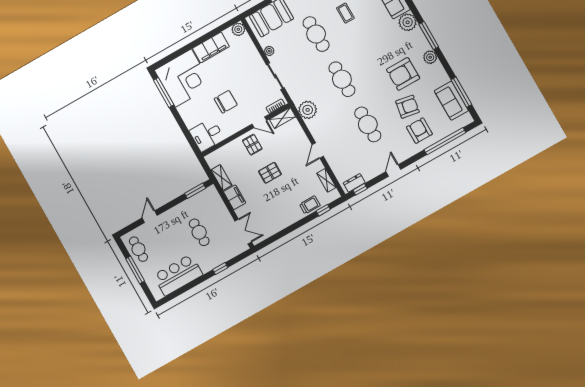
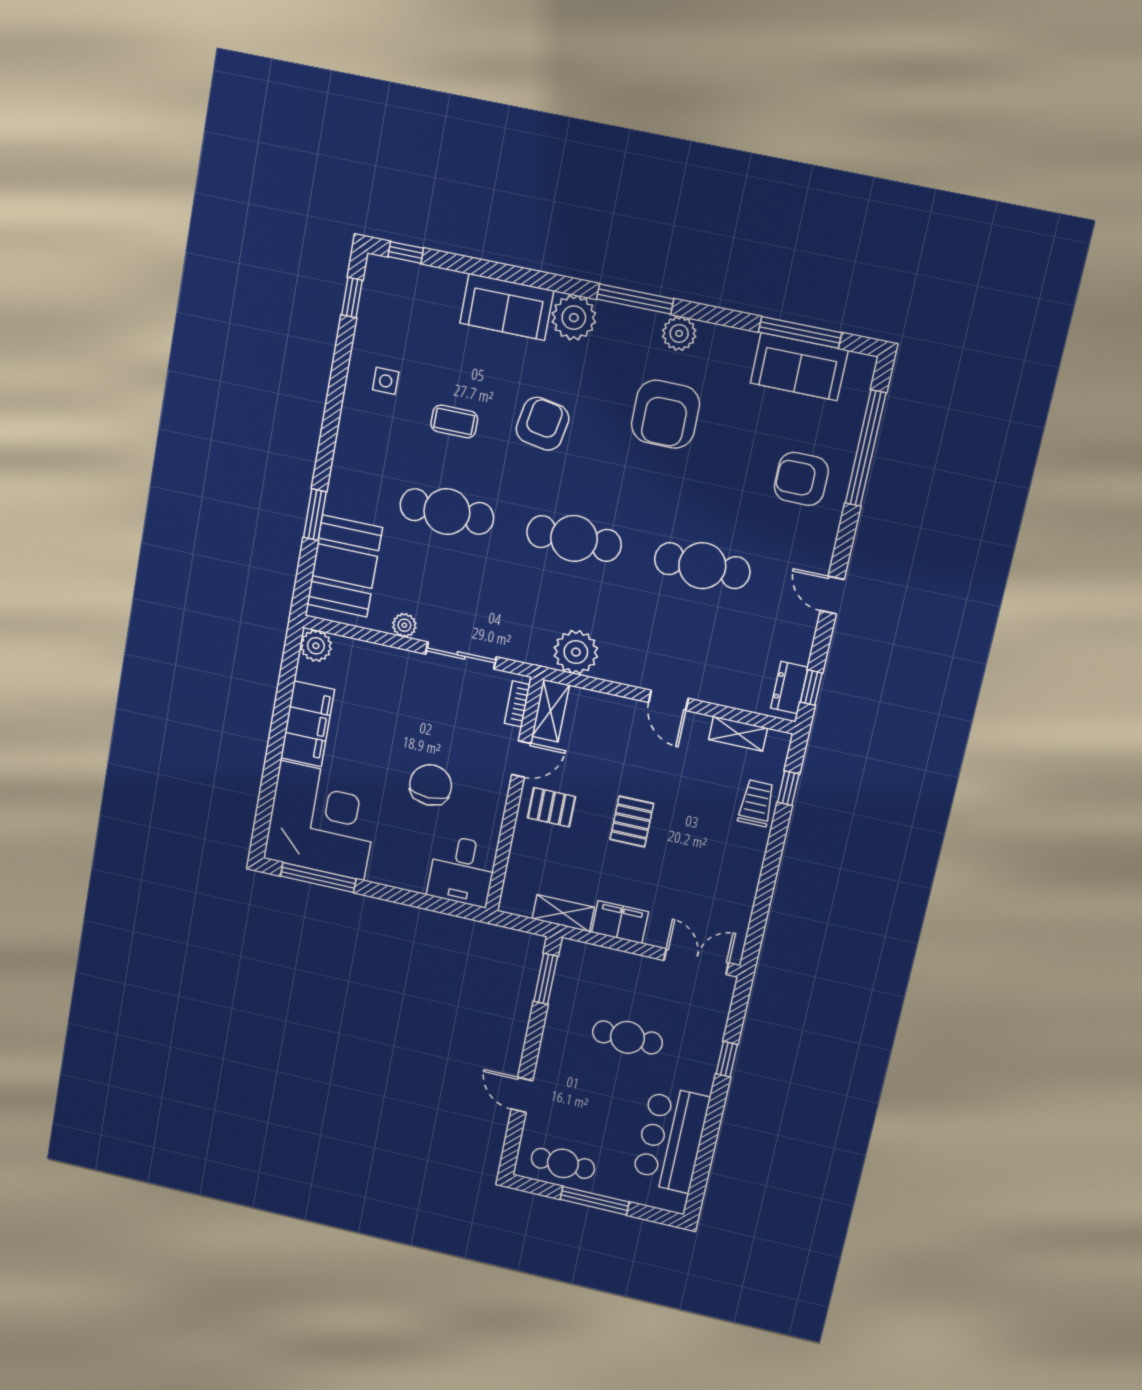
armchair: (407, 107) -> (543, 424), moved

